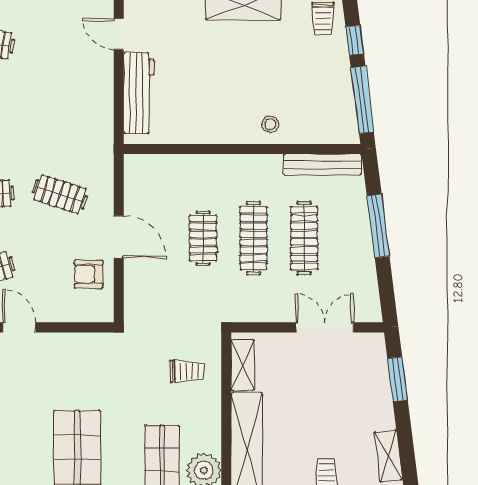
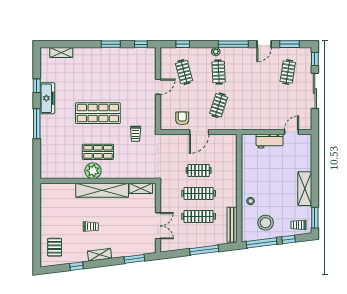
stool: (318, 91) -> (266, 223), added
workbench: (139, 93) -> (270, 141), width x0.73
trolley: (187, 371) -> (136, 134), moved

